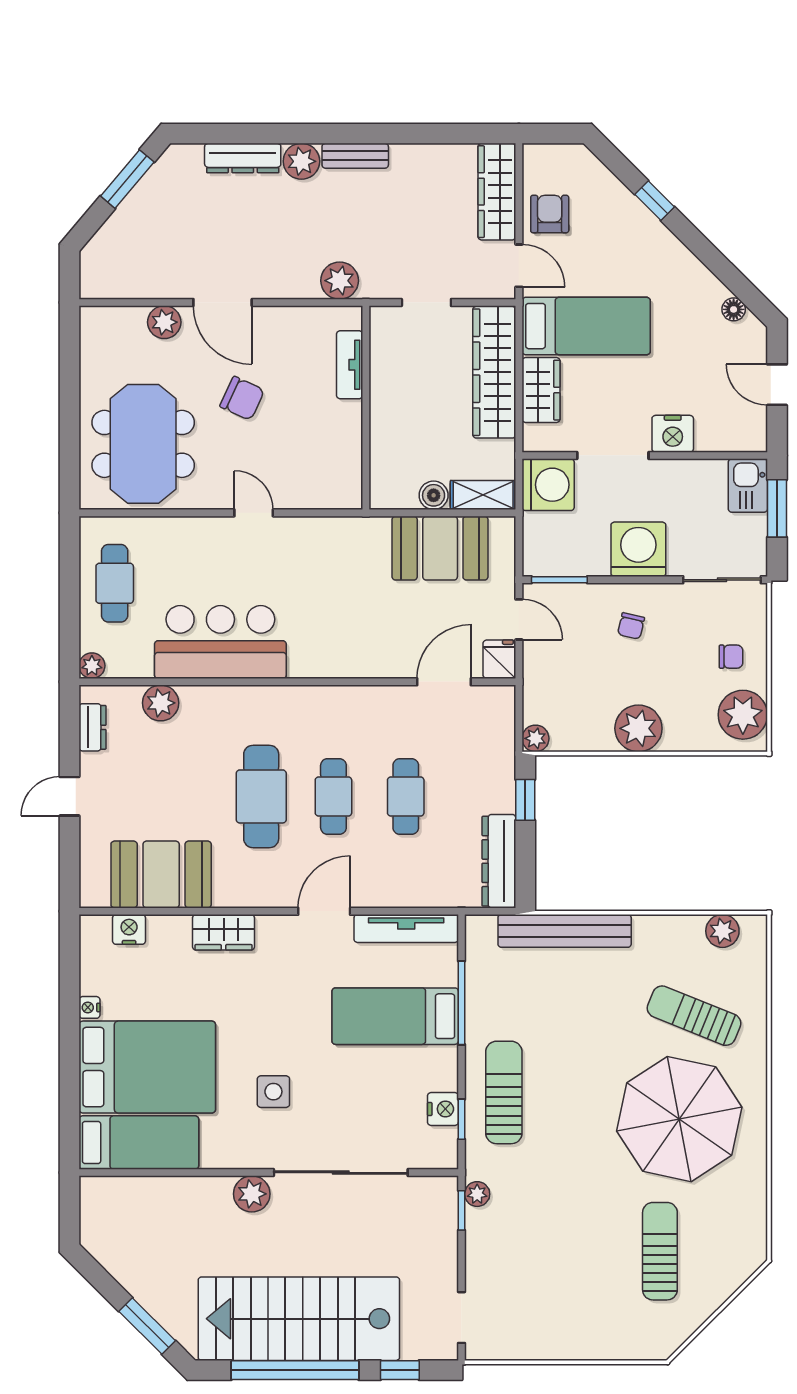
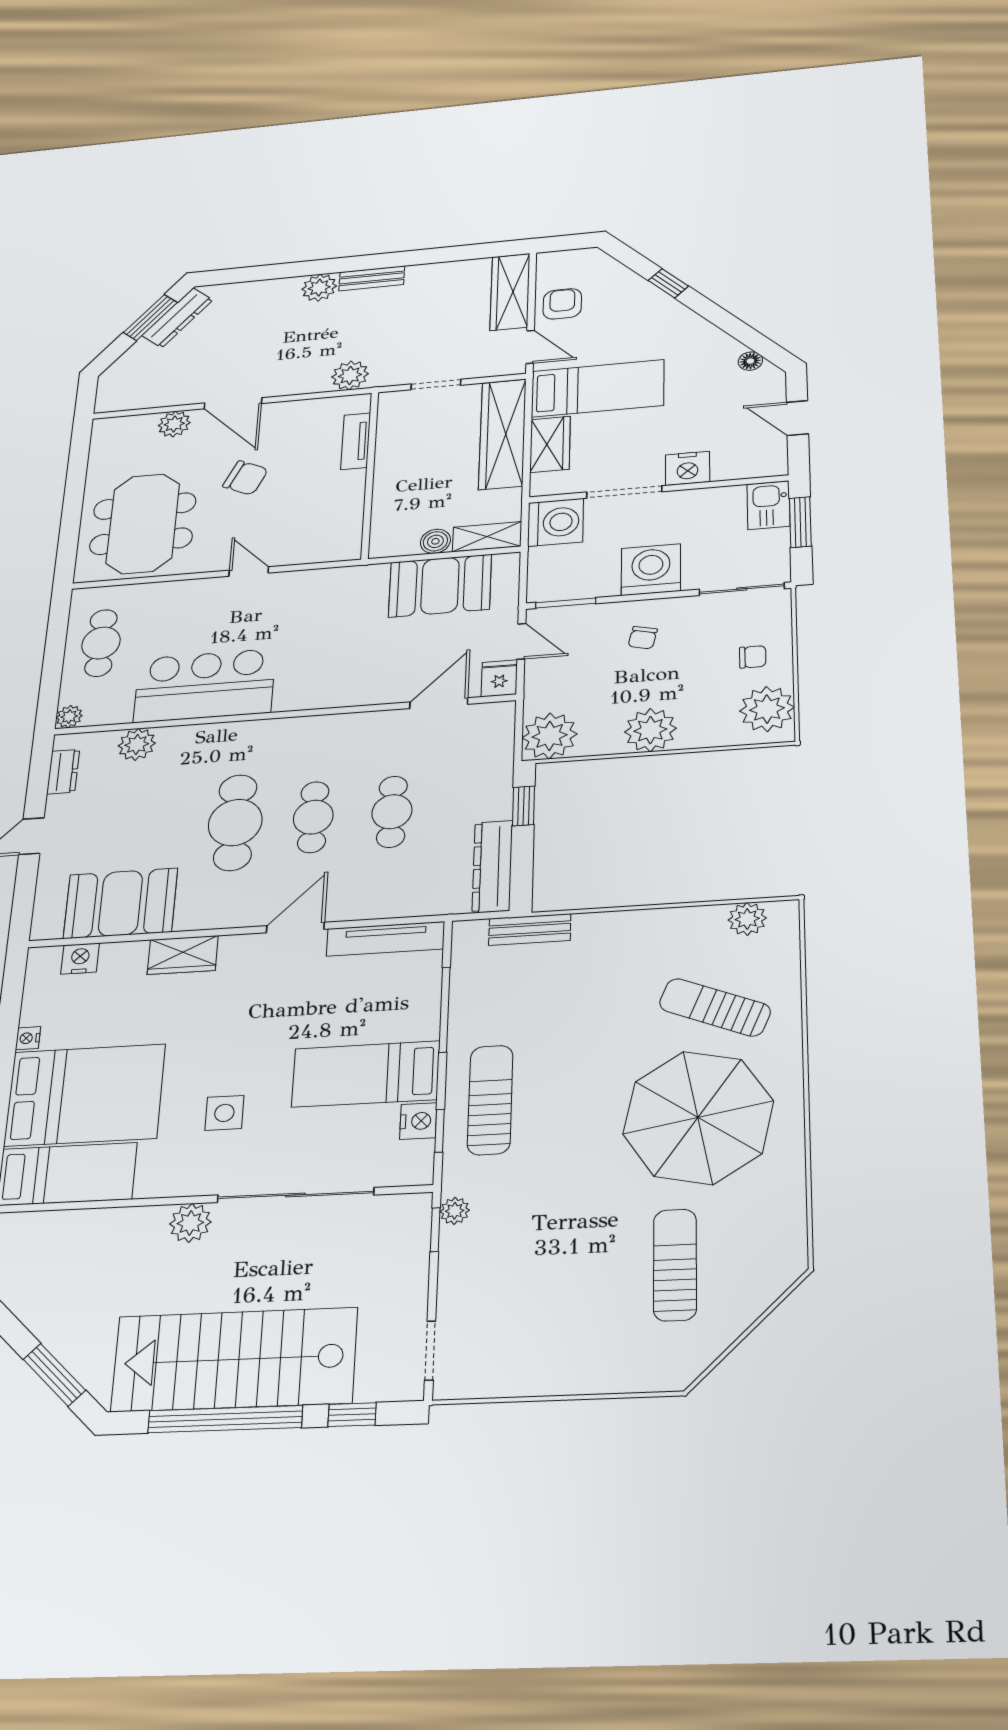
dresser: (243, 158) -> (177, 318), moved, turned -50
plant: (535, 738) -> (550, 736), width x1.88, depth x1.88
bench: (565, 931) -> (530, 929), width x0.54, depth x0.82
bed: (395, 1016) -> (366, 1074), moved

